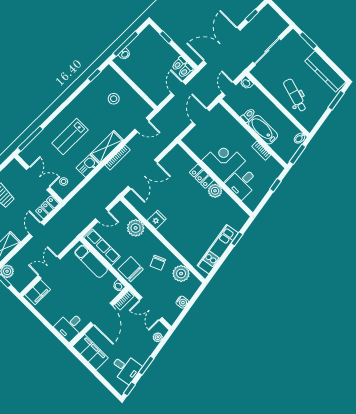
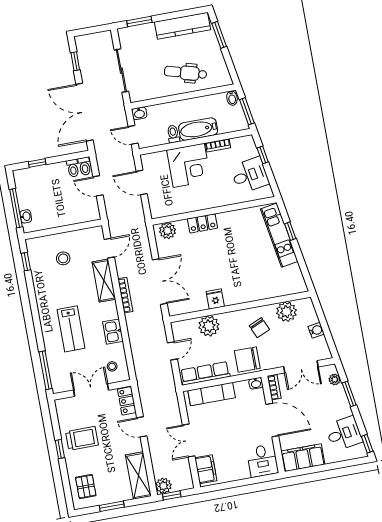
shelving: (107, 147) -> (104, 281), moved
corner desk: (224, 161) -> (189, 165), moved, turned 180
desk: (242, 183) -> (250, 175), moved, turned -100
plant: (215, 191) -> (167, 231), moved
kitchen unit: (218, 249) -> (279, 235), moved
window: (146, 366) -> (349, 394), moved

